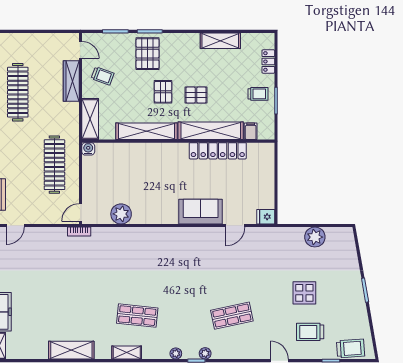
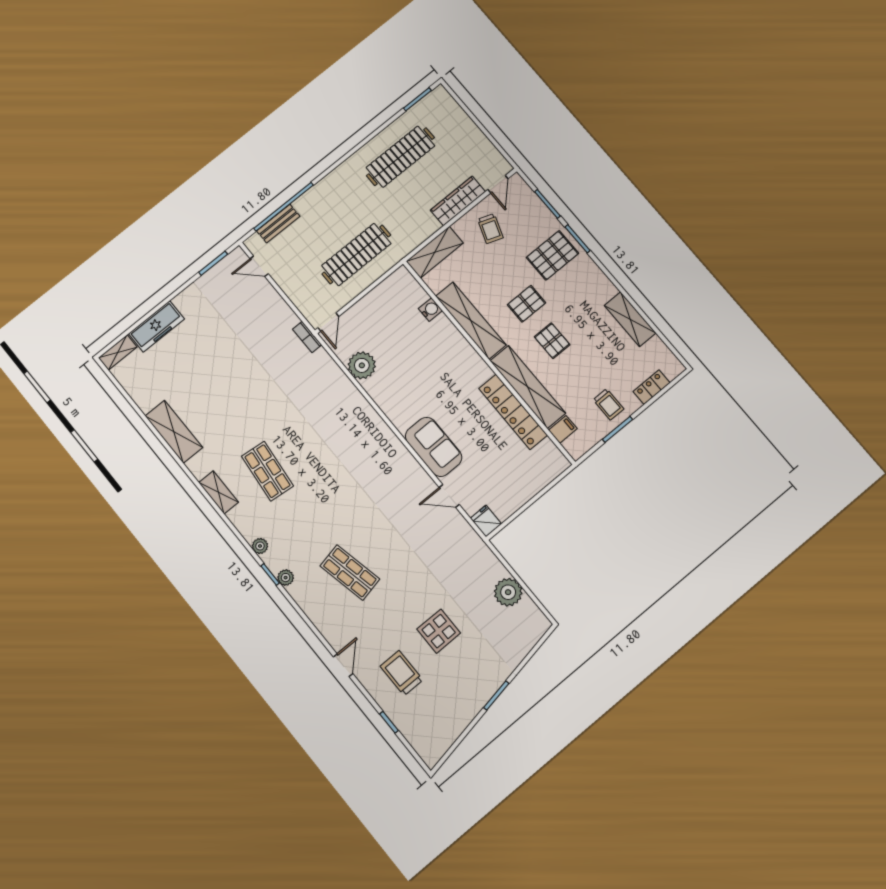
water cooler: (88, 149) -> (430, 310), moved
door: (80, 213) -> (328, 322), swing flipped
trolley: (351, 348) -> (420, 733), removed

